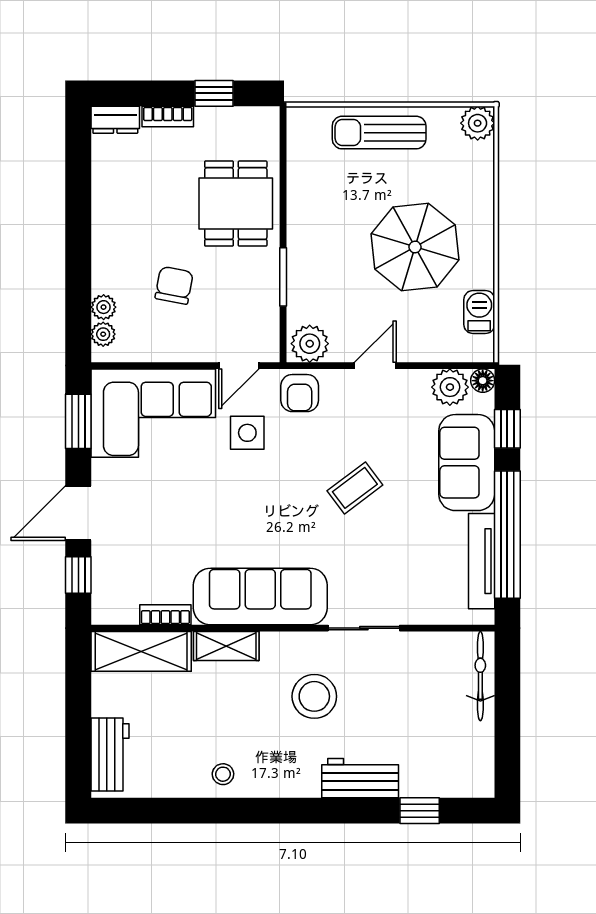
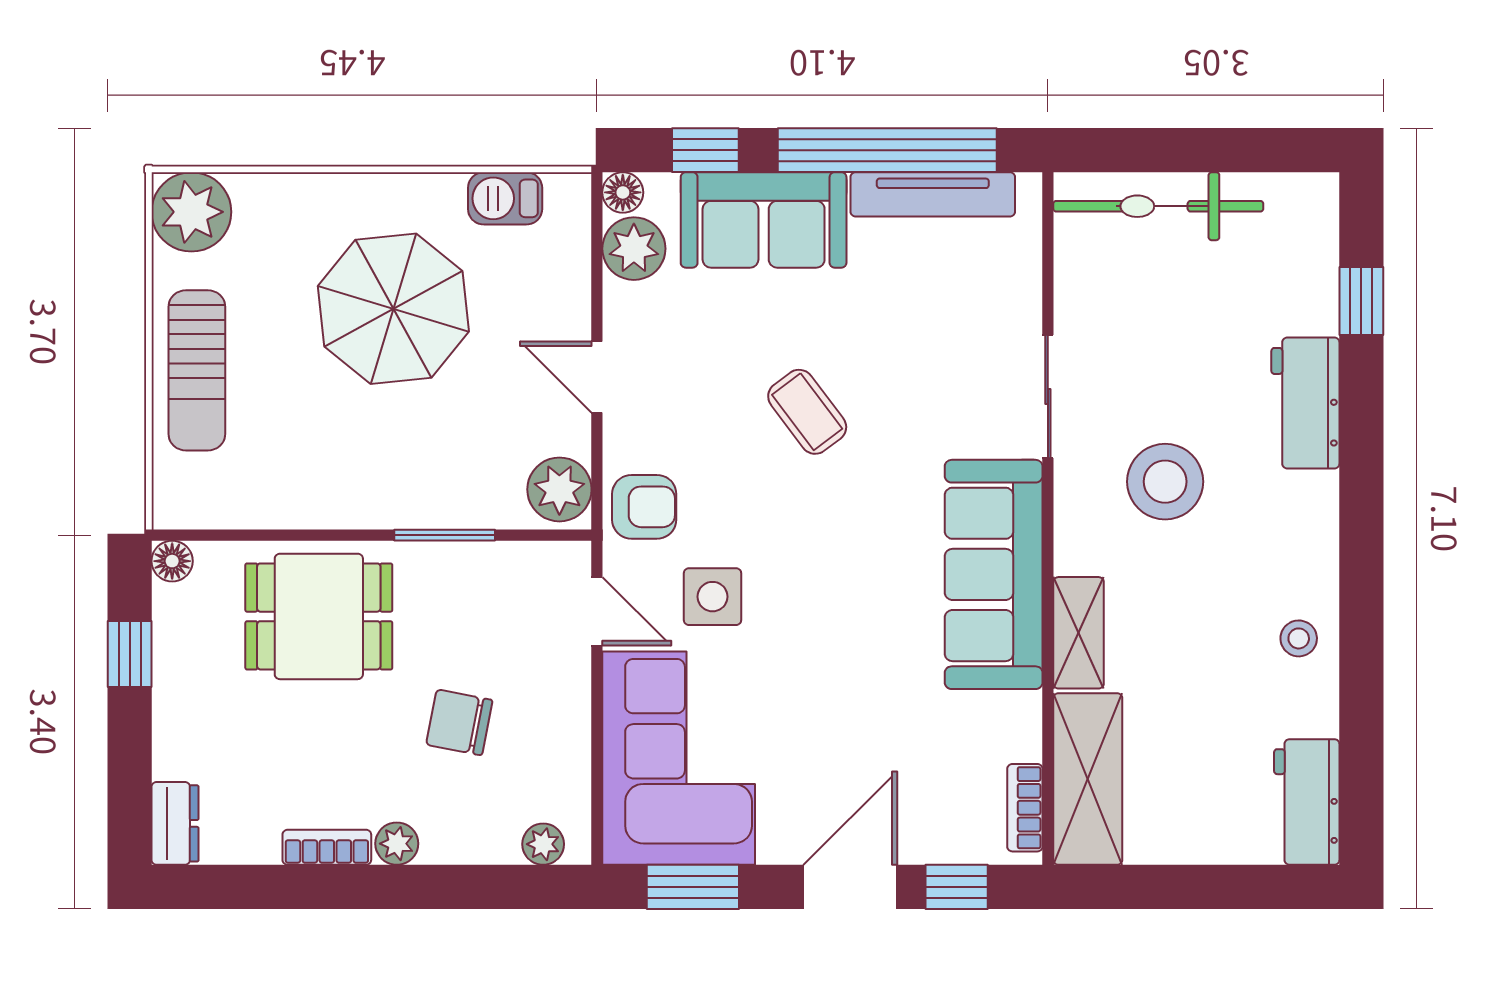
bookcase: (168, 116) -> (327, 847), moved, turned -90
floor lamp: (268, 118) -> (172, 561), added
plant: (478, 123) -> (191, 212), width x1.36, depth x1.36
plant: (104, 307) -> (397, 844), moved
door: (78, 513) -> (850, 887), swing flipped
bookcase: (165, 615) -> (1025, 808), moved
bicycle: (480, 676) -> (1158, 206), width x1.37, depth x1.40
workbench: (110, 754) -> (1307, 802), moved, turned -90

